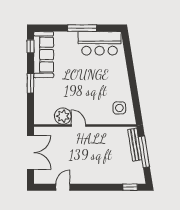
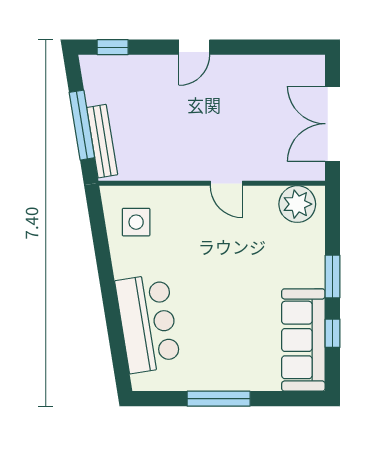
bar counter: (100, 43) -> (148, 323), moved, turned 81
window: (30, 46) -> (333, 333), moved
plant: (63, 116) -> (297, 204), moved
door: (63, 187) -> (194, 47), moved

